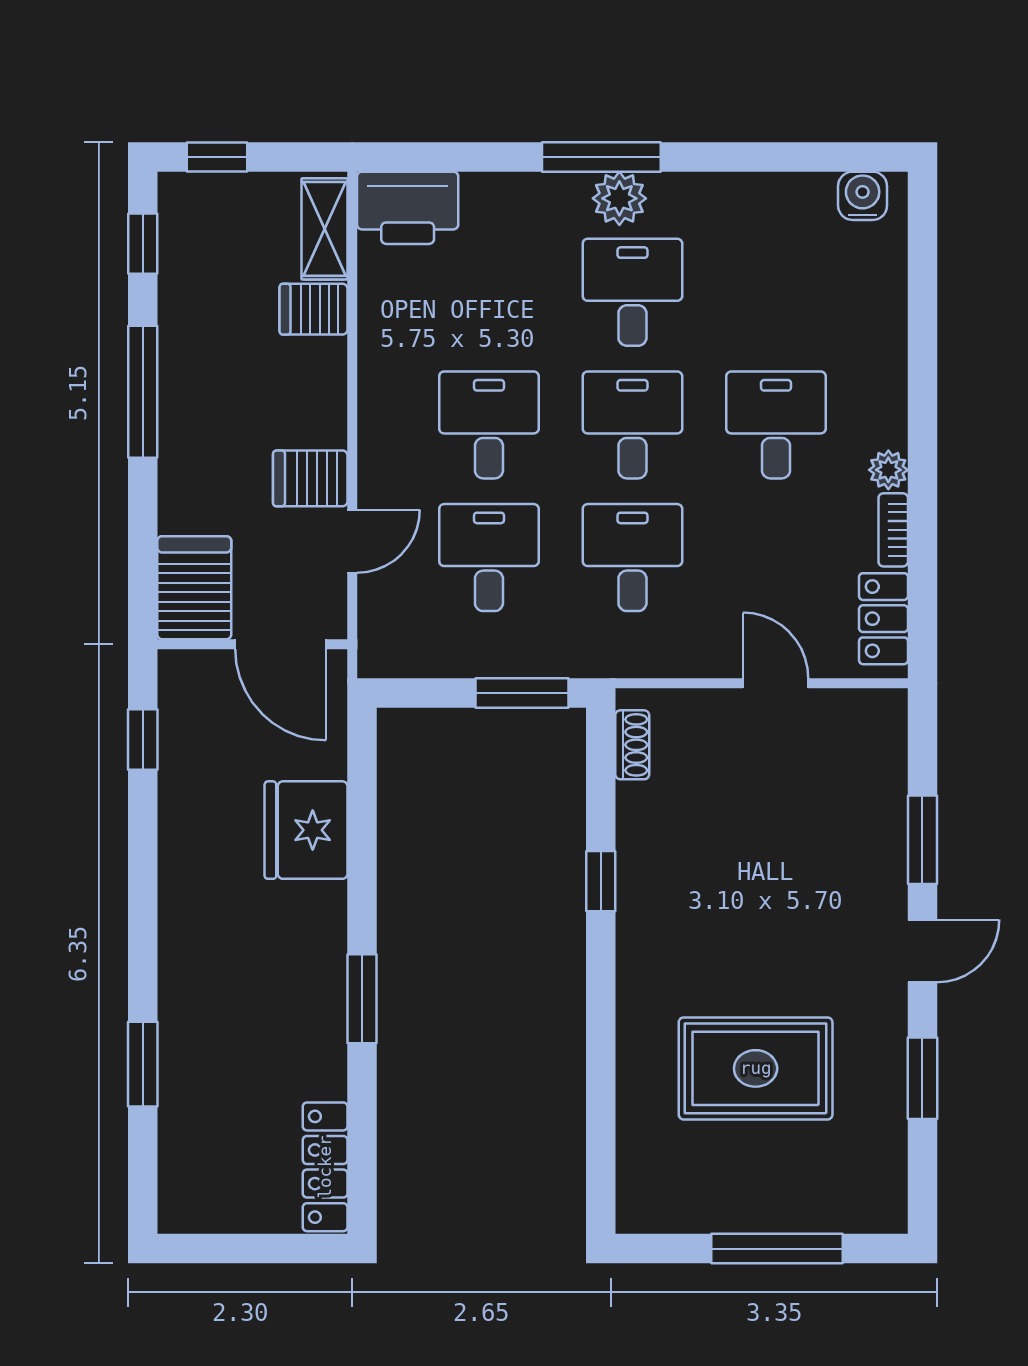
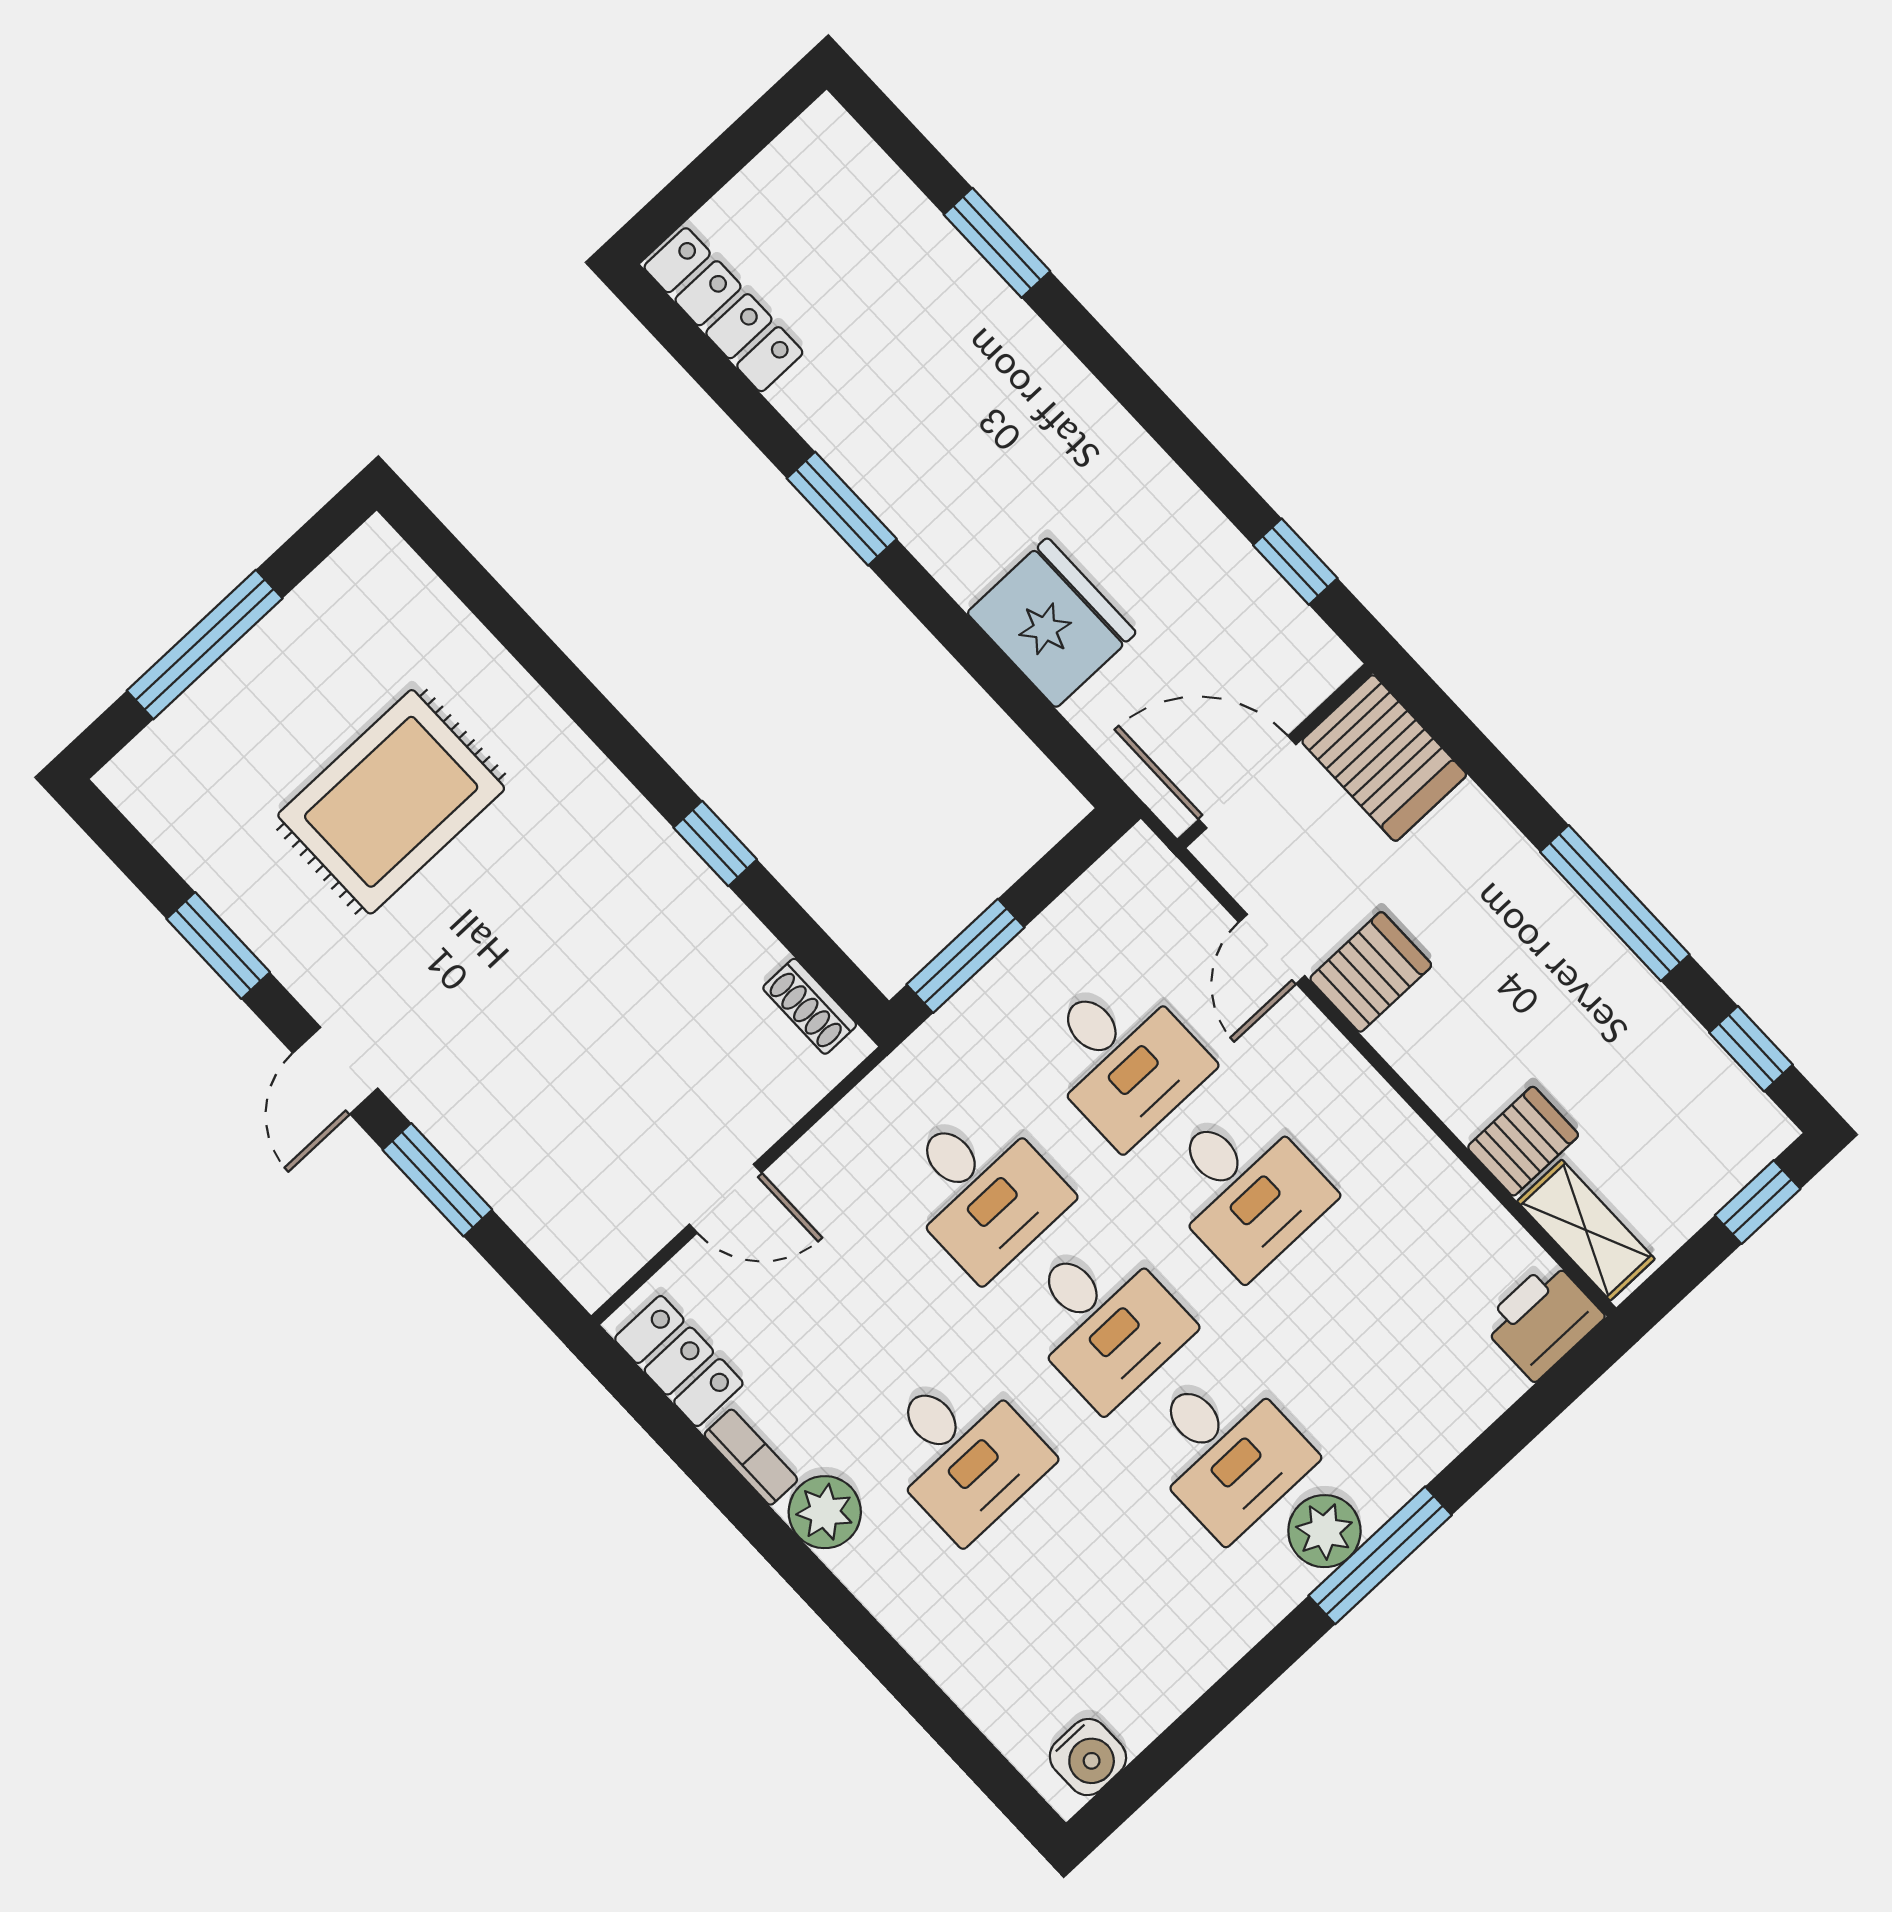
printer: (408, 208) -> (1543, 1320), width x0.73, depth x0.84
plant: (888, 470) -> (825, 1512), width x1.38, depth x1.38

